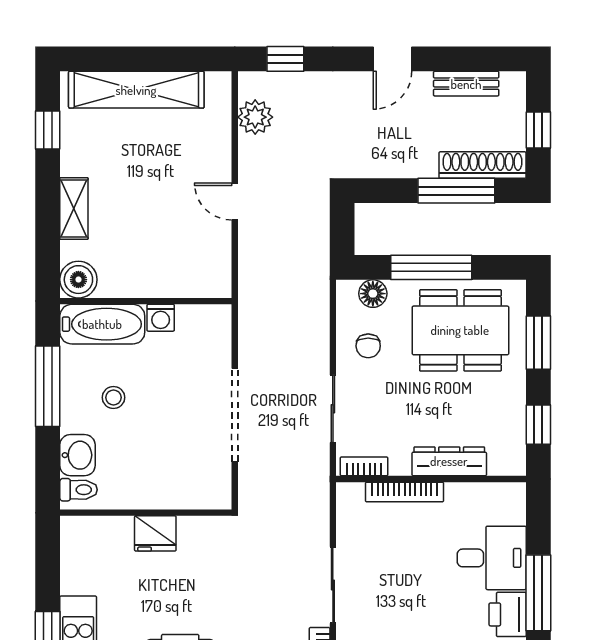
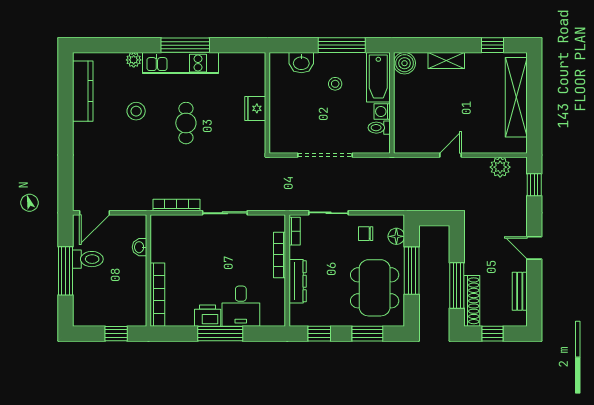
toilet: (79, 490) -> (379, 128), moved, turned 90

